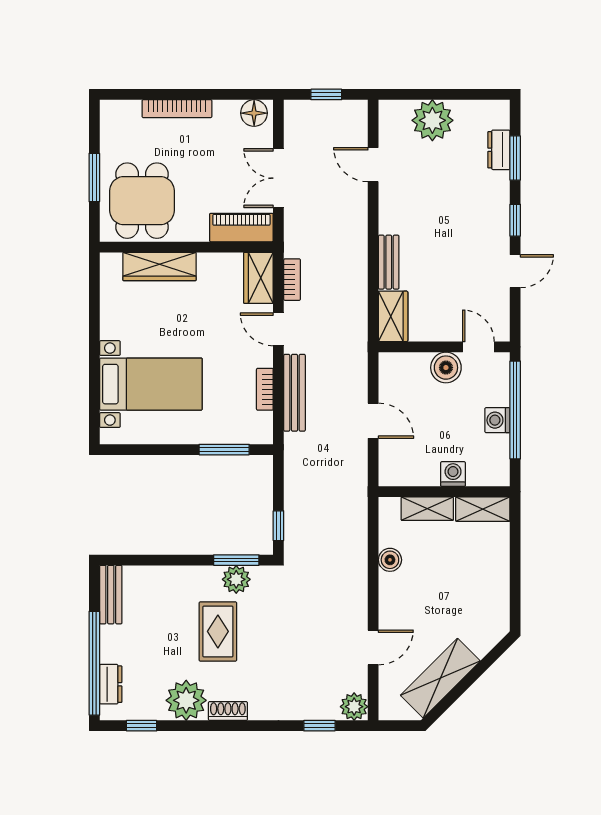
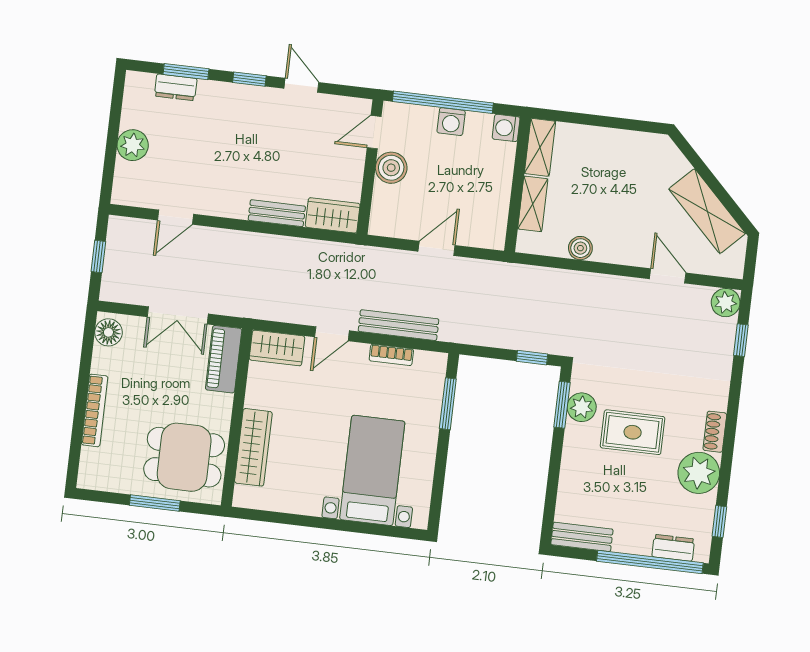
plant: (432, 120) -> (133, 145), width x0.73, depth x0.73
bookcase: (292, 280) -> (283, 314), removed
washing machine: (453, 474) -> (506, 128), moved

